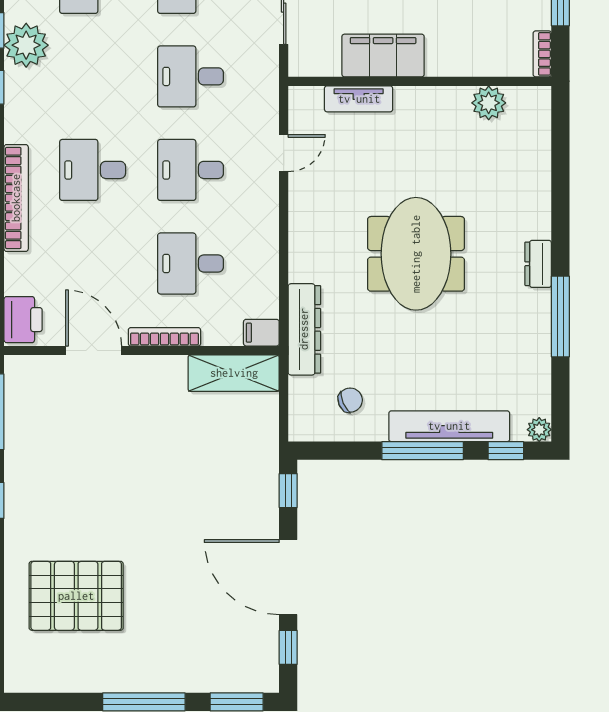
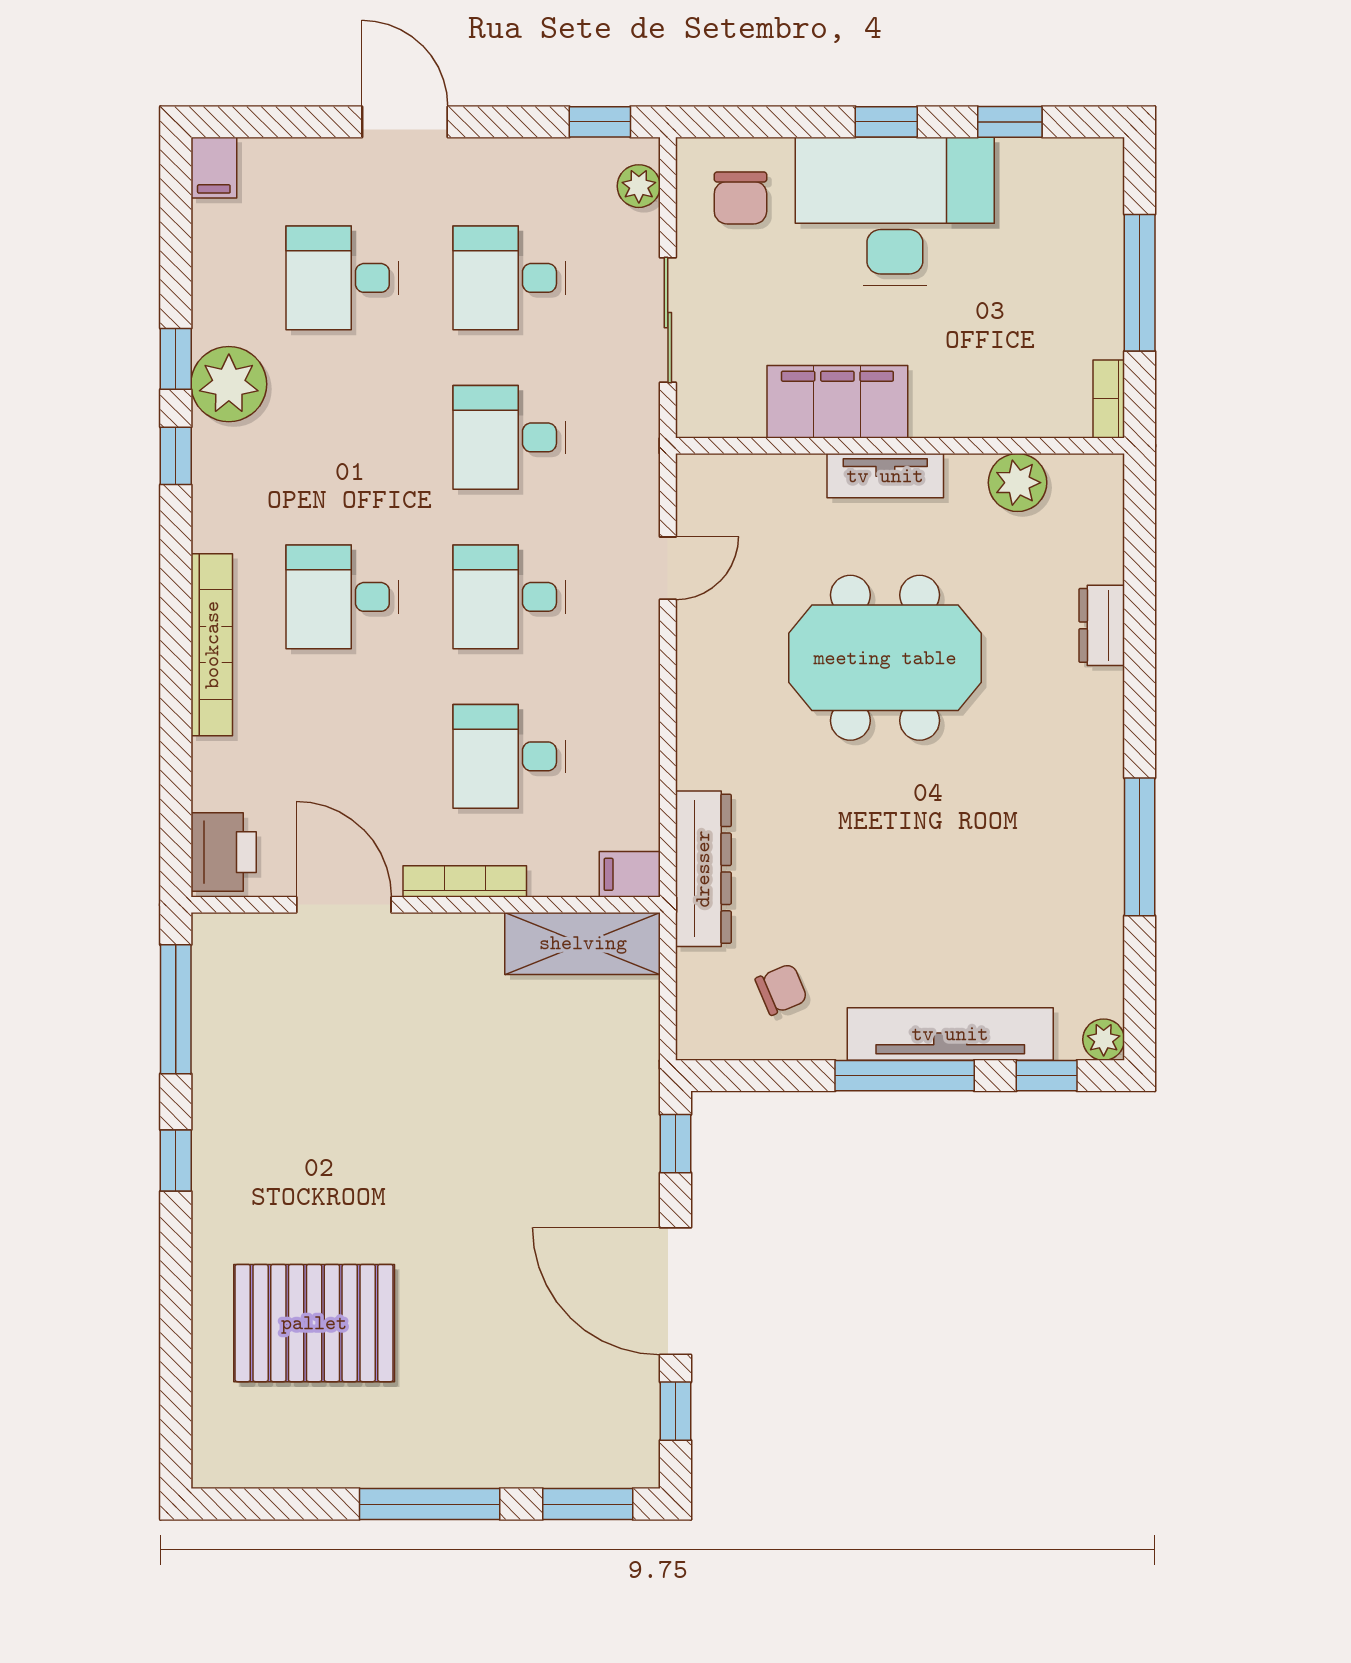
tv unit: (359, 99) -> (885, 476), moved
meeting table: (416, 254) -> (885, 658), moved, turned 90
dresser: (538, 264) -> (1102, 625), moved

